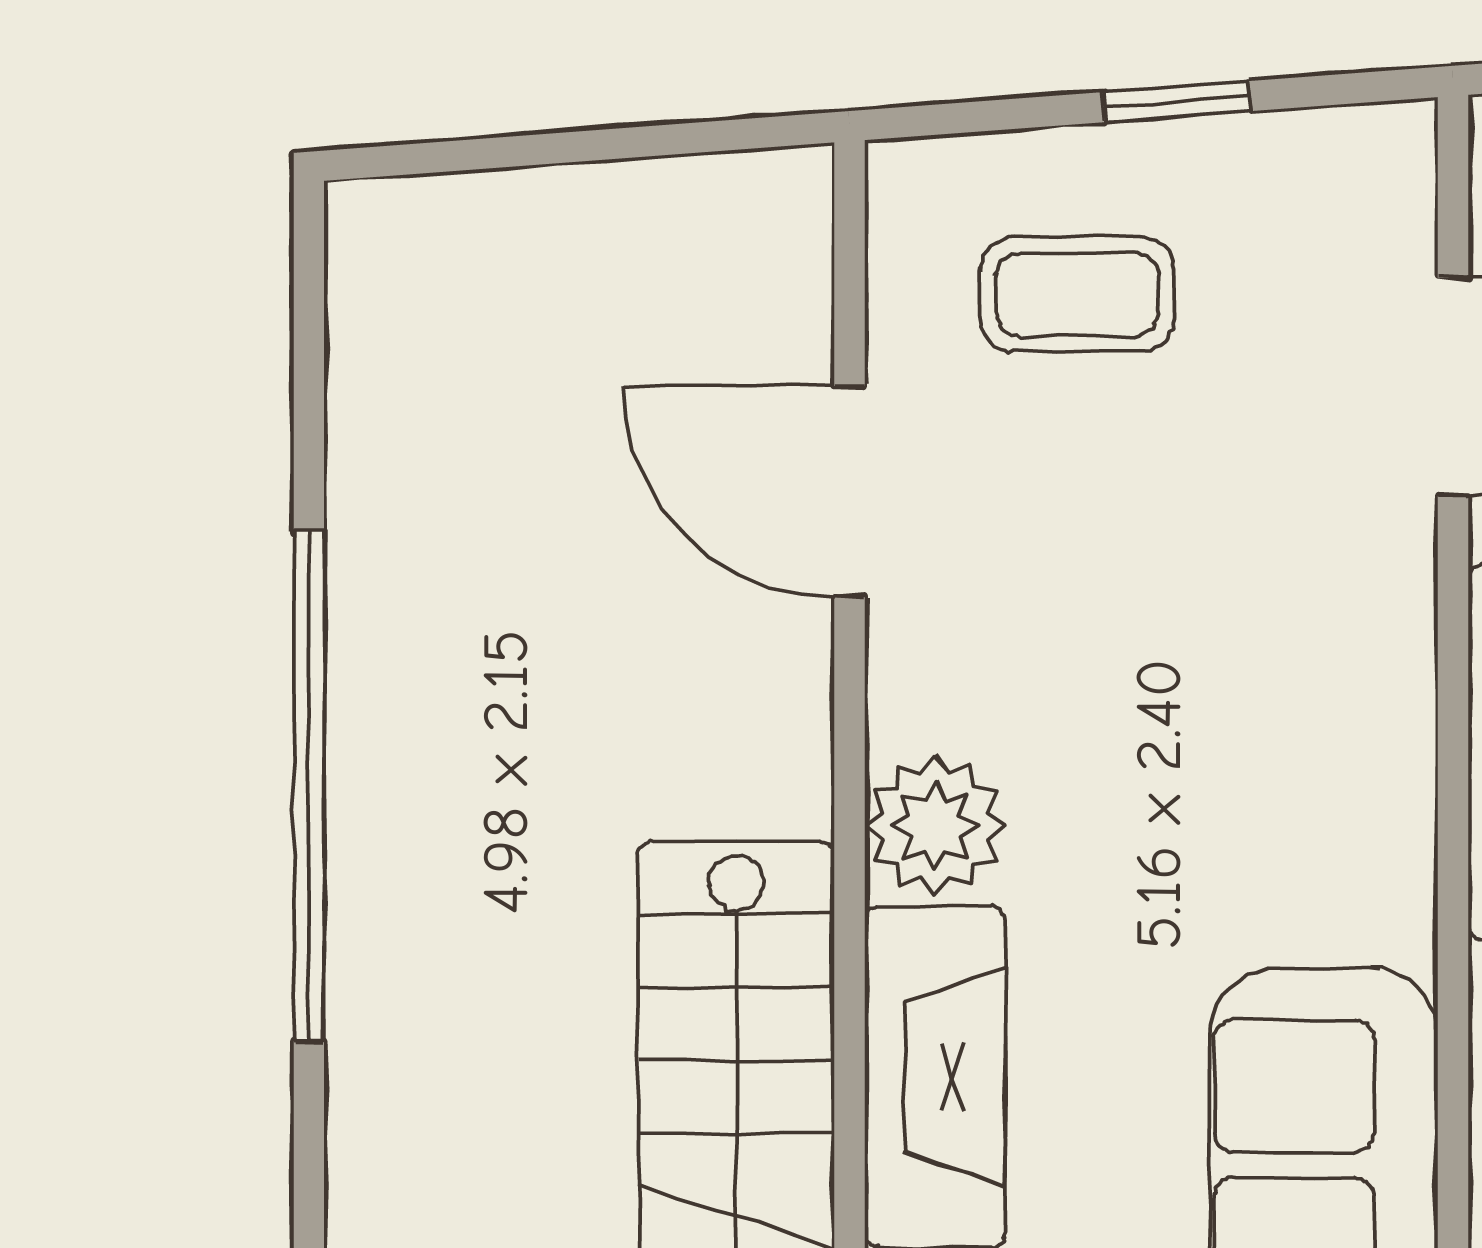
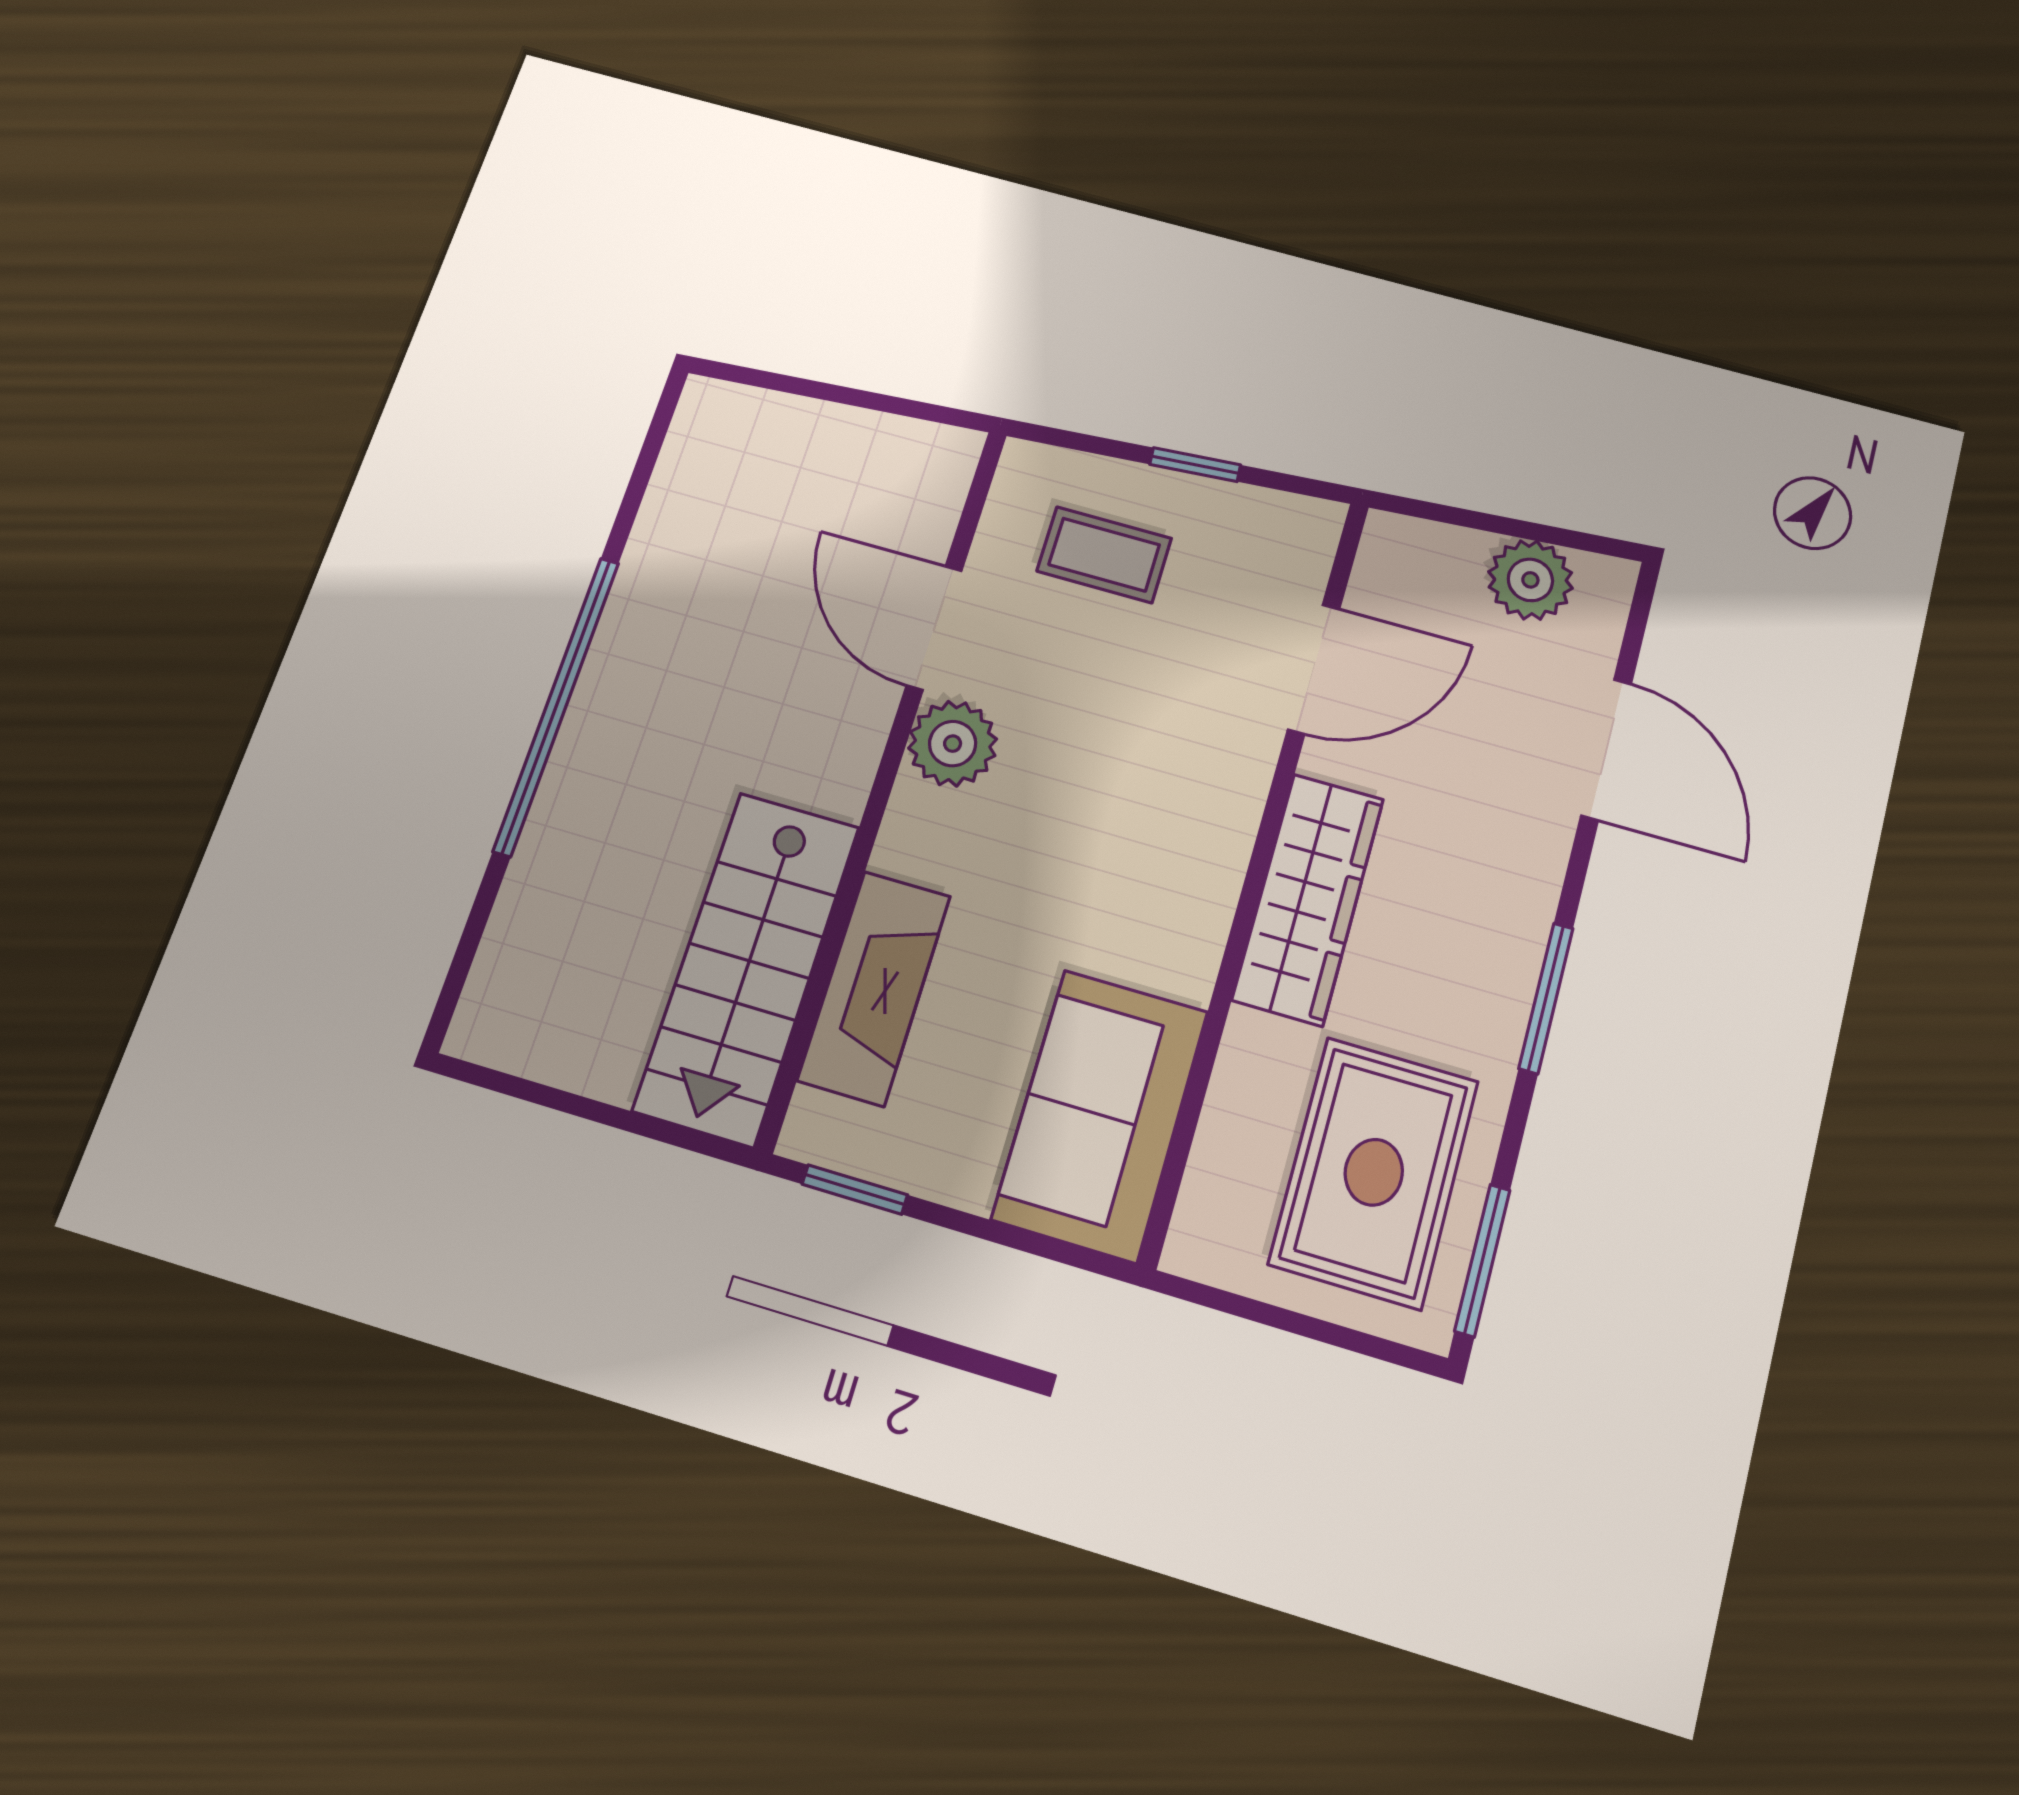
plant: (935, 826) -> (953, 744), moved

